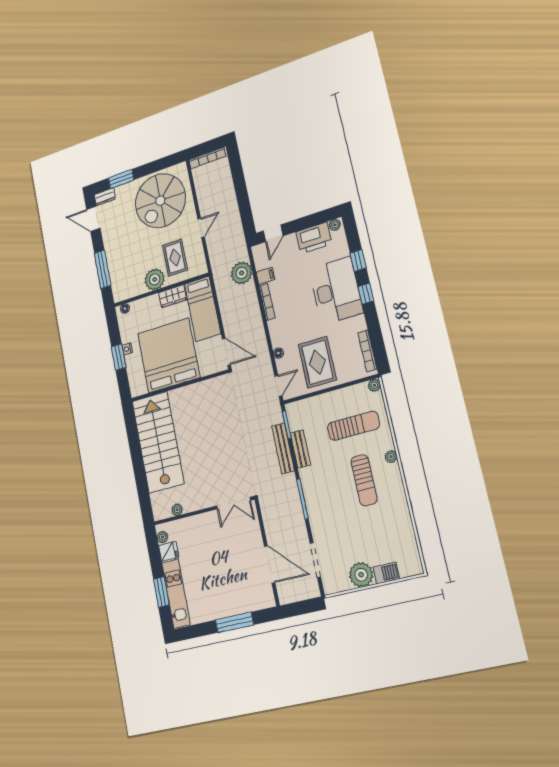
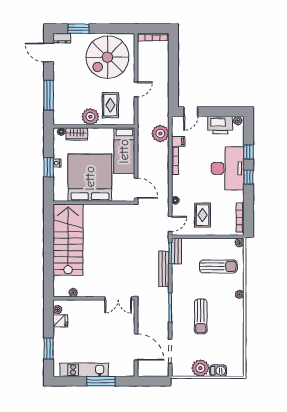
wardrobe: (173, 296) -> (77, 134), moved
rug: (317, 362) -> (203, 215), width x0.73, depth x0.70
bench: (300, 449) -> (176, 251), moved
sun lounger: (364, 480) -> (201, 316), moved
kitchen unit: (176, 593) -> (84, 370), moved, turned -90

